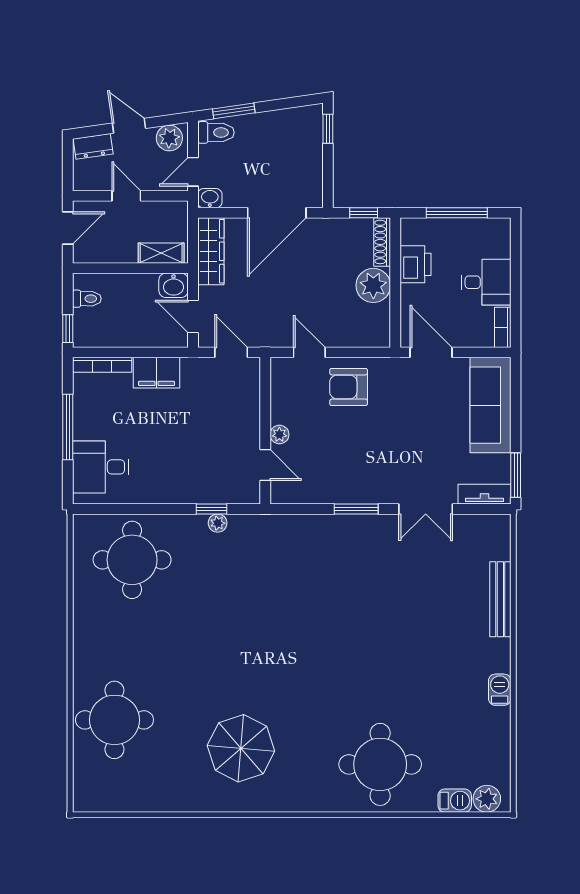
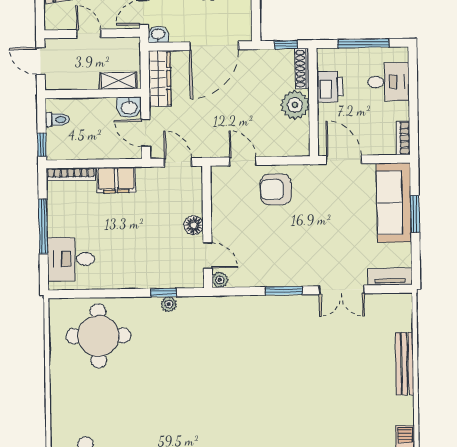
door: (68, 228) -> (41, 61), swing flipped
desk: (486, 282) -> (388, 82), moved
floor lamp: (249, 428) -> (194, 225), added
plant: (279, 435) -> (220, 280), moved
window: (516, 475) -> (415, 214), moved

